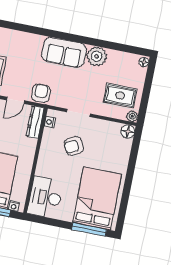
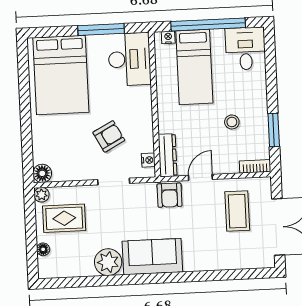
floor lamp: (144, 62) -> (43, 249), moved
window: (89, 229) -> (101, 30), moved

